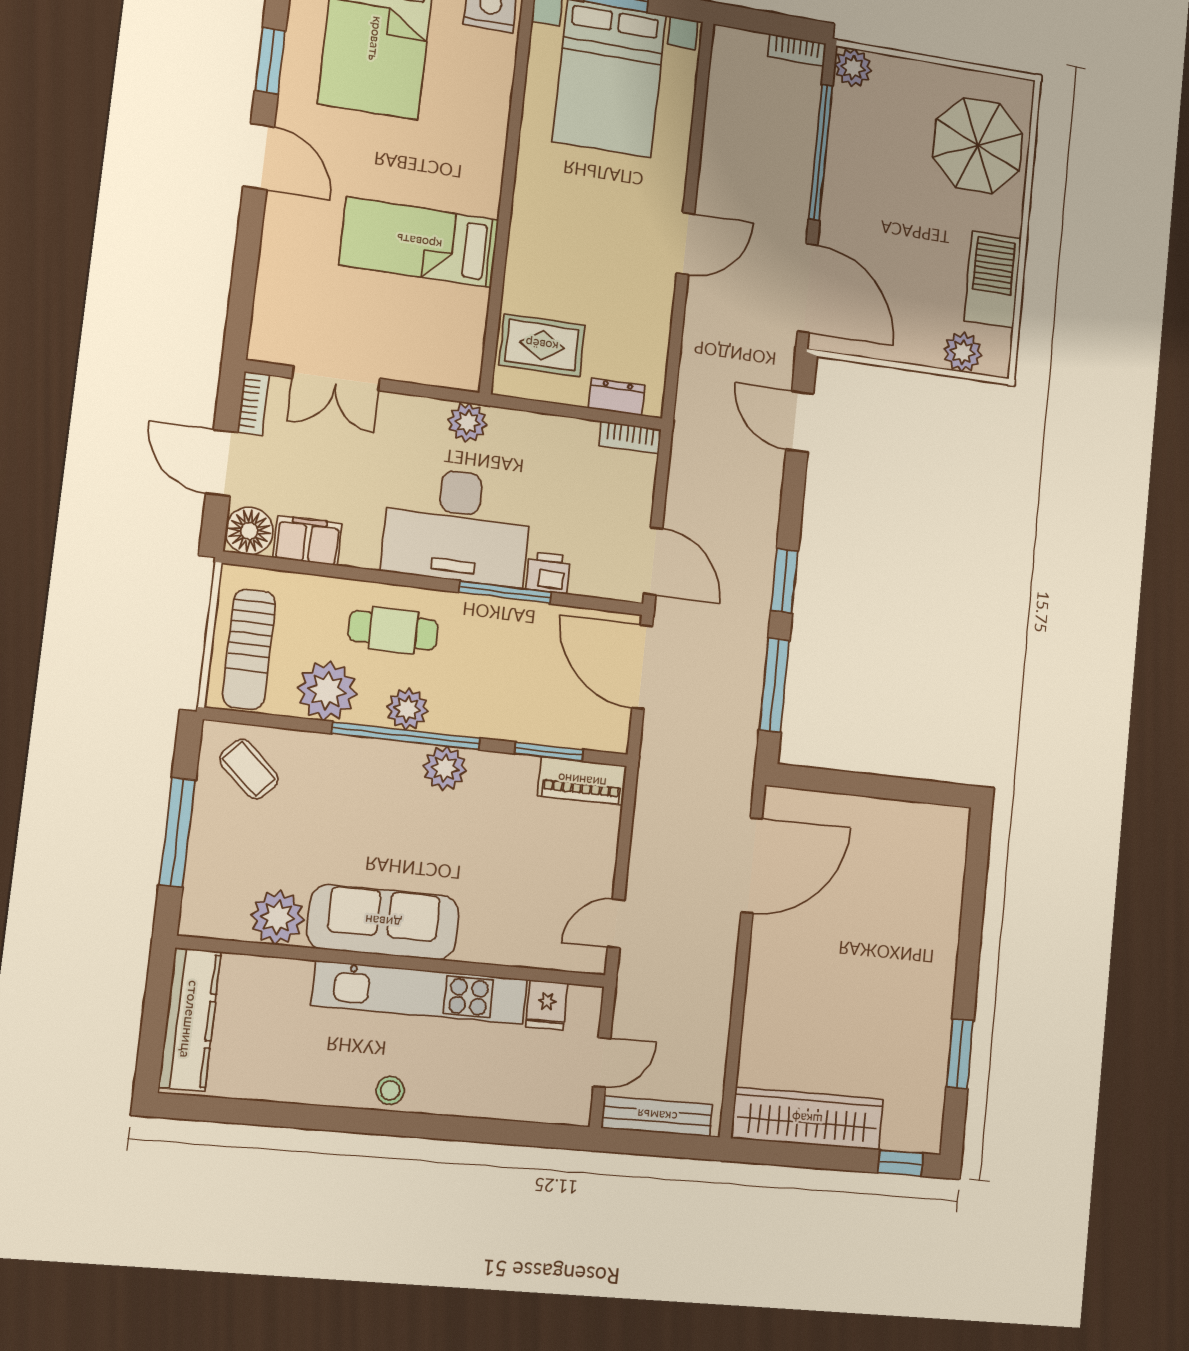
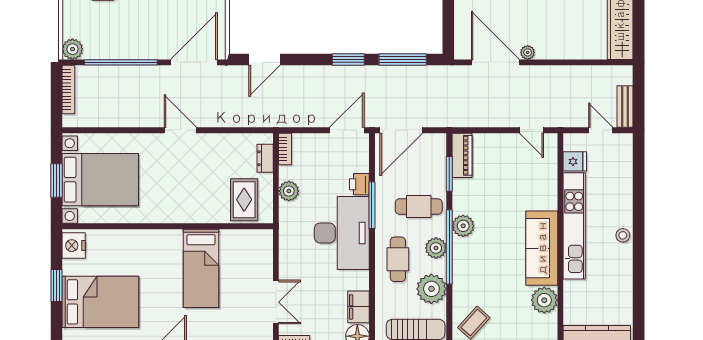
bookcase: (797, 50) -> (68, 90), width x1.56
plant: (468, 422) -> (289, 191), moved
cafe table: (492, 684) -> (419, 207), added
plant: (764, 930) -> (528, 52), added
bench: (657, 1116) -> (625, 107), width x0.73

